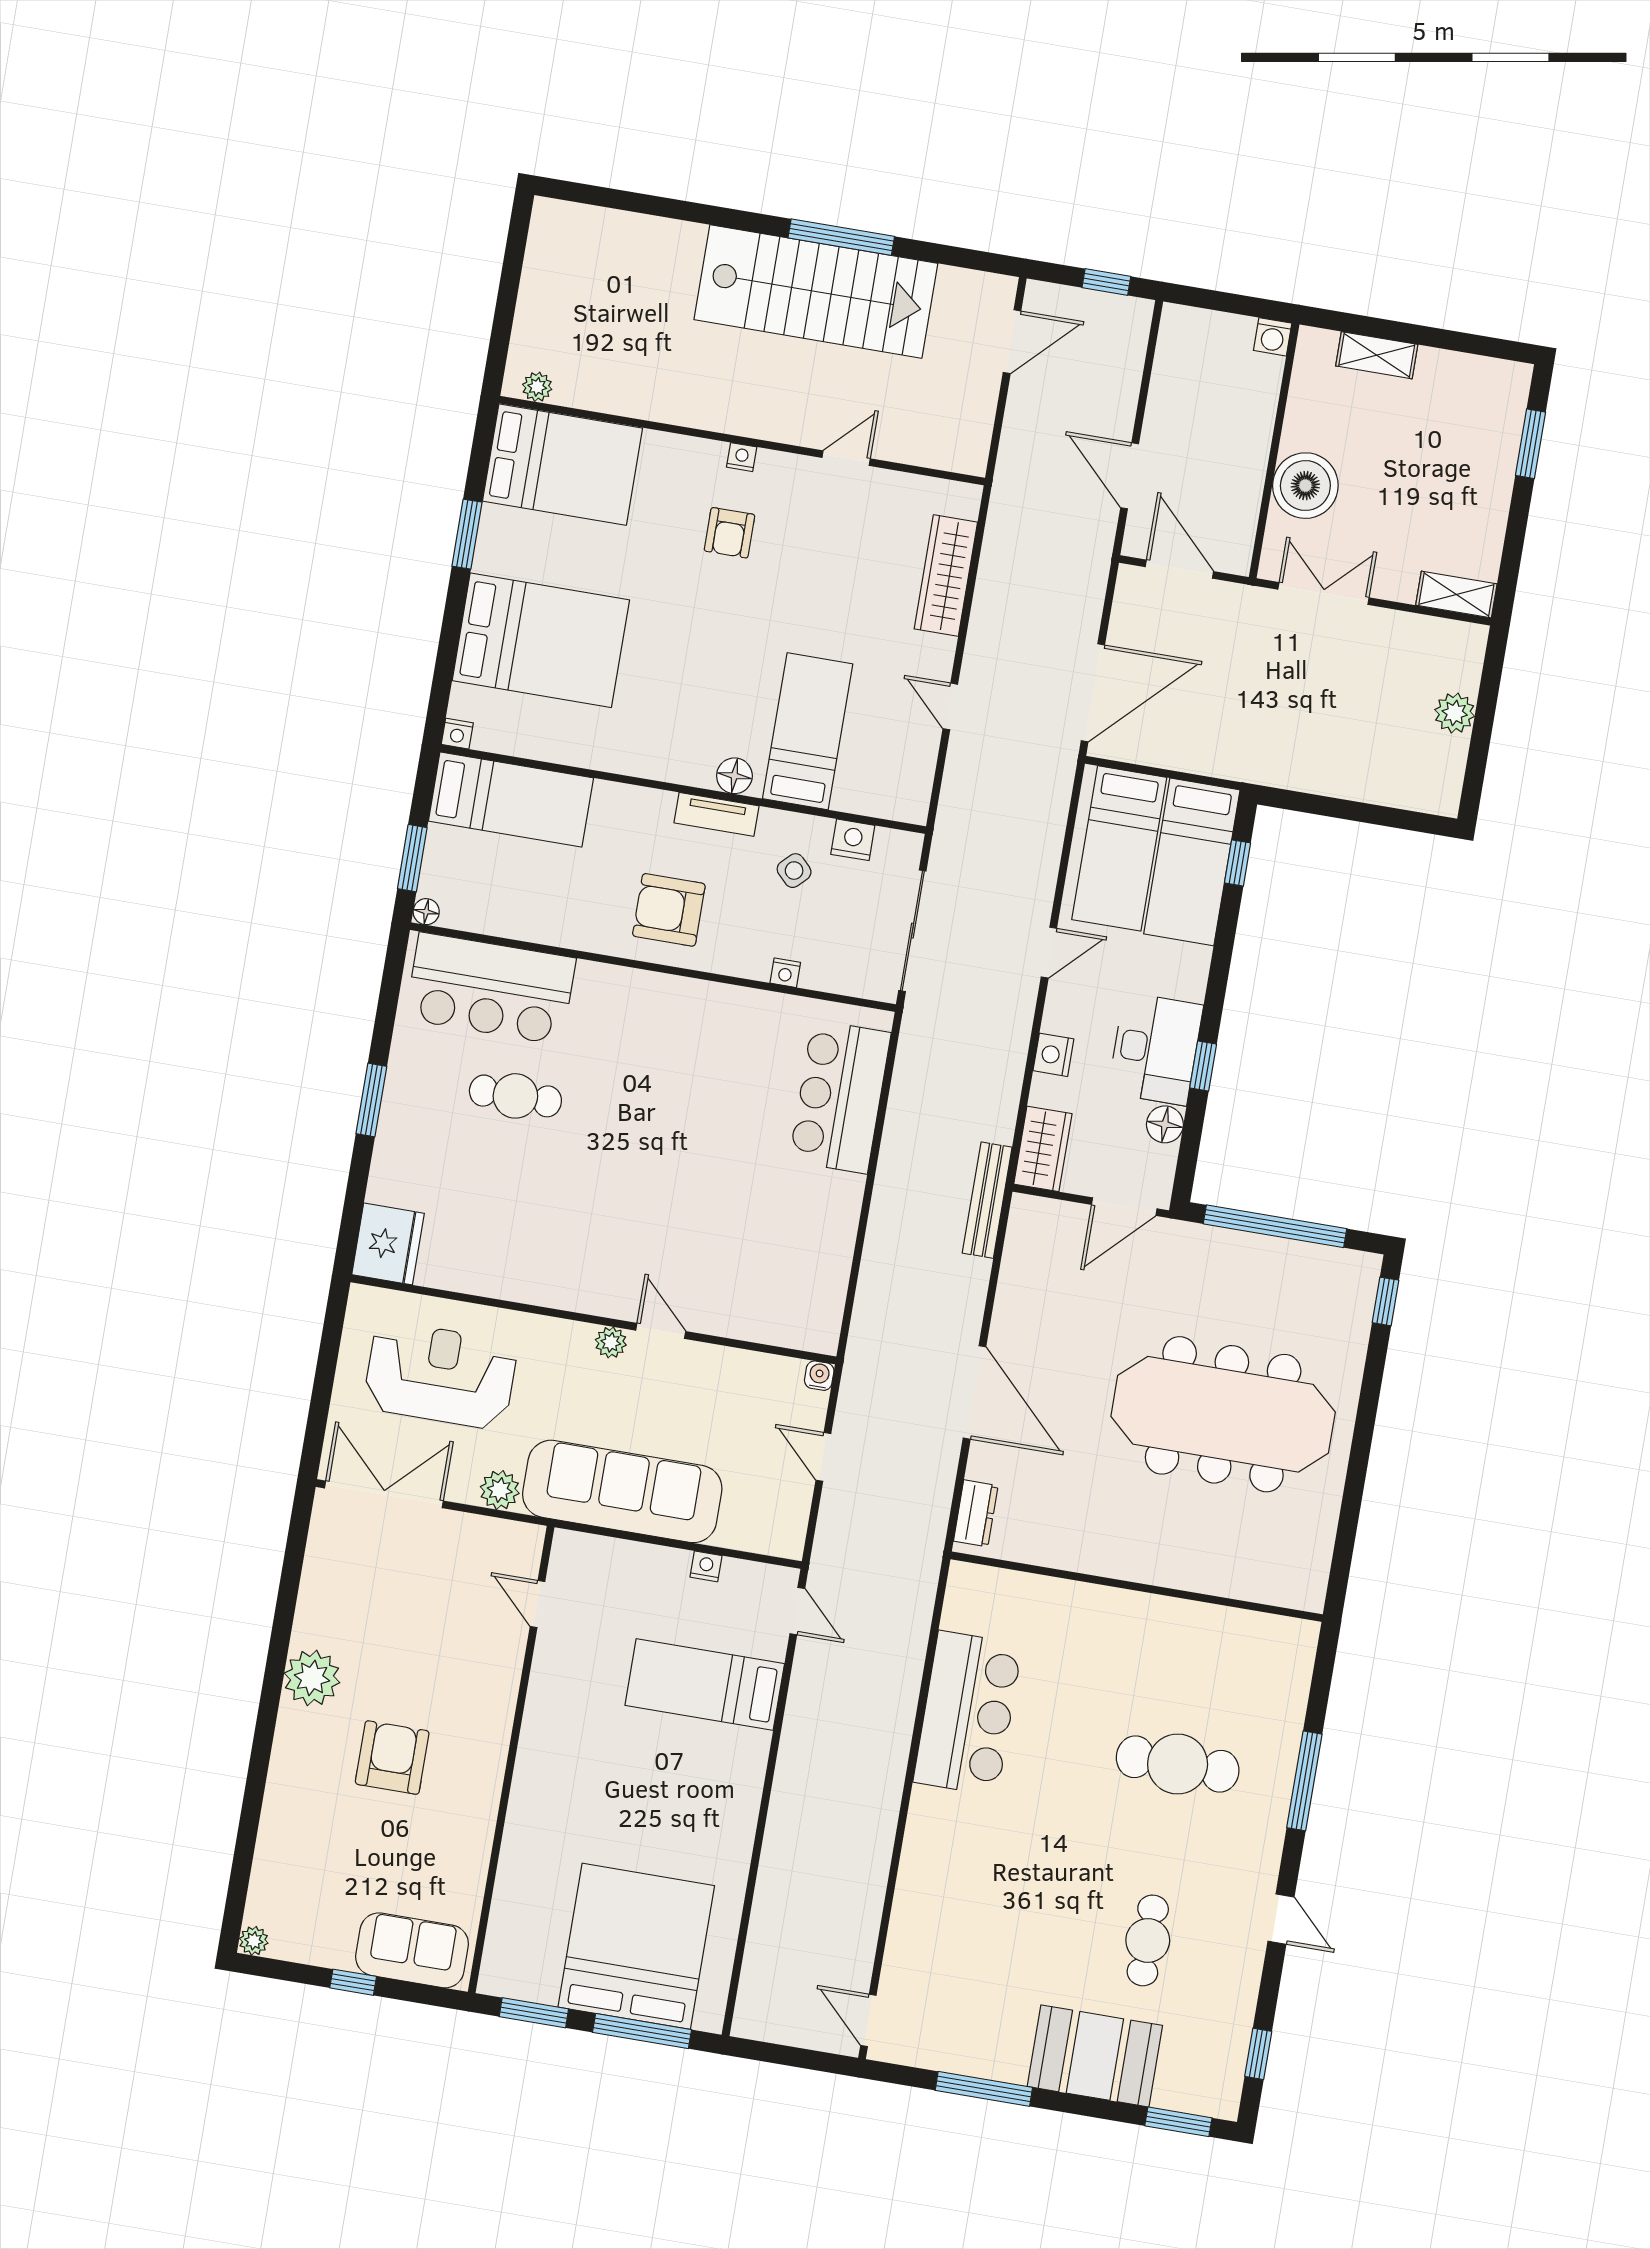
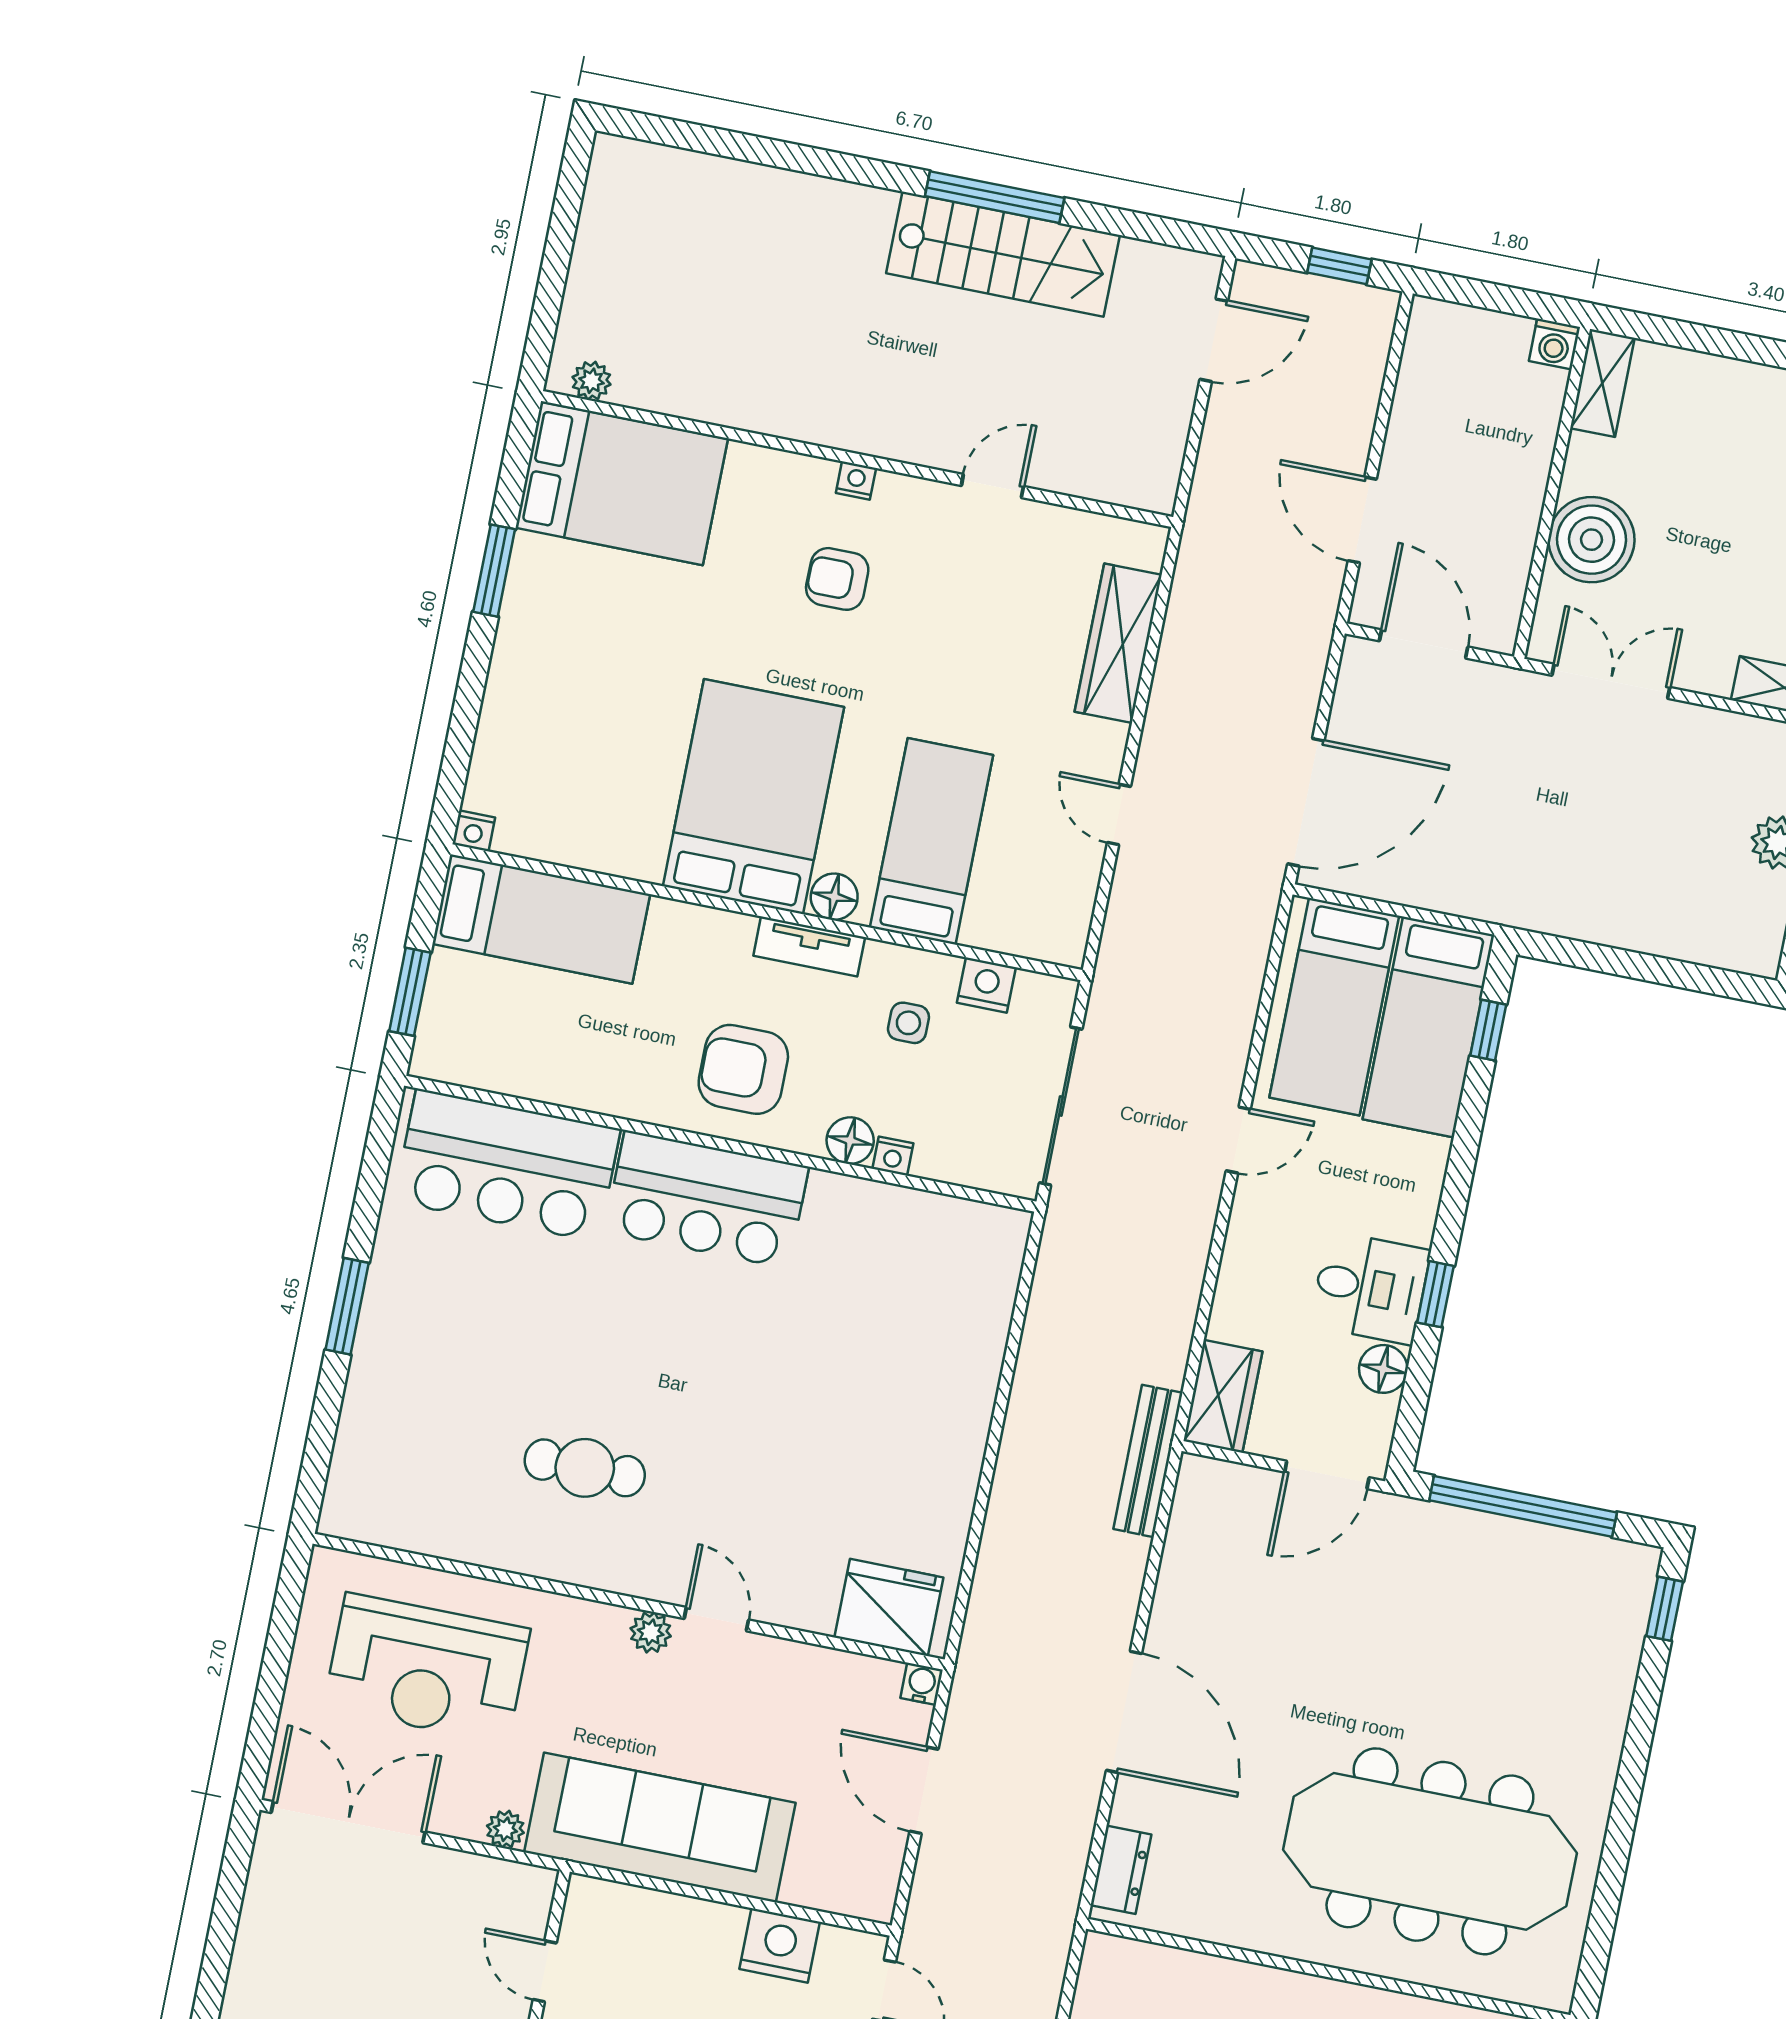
stairs: (816, 291) -> (1003, 254), width x0.73, depth x0.66
shelving: (1377, 355) -> (1602, 383), moved, turned 90
armchair: (730, 533) -> (837, 579), turned 90
bed: (541, 640) -> (753, 797), moved, turned -90
side table: (794, 871) -> (908, 1023), turned 45
floor lamp: (426, 912) -> (850, 1141), moved, width x1.37, depth x1.37
desk: (1155, 1049) -> (1370, 1288), width x0.73
nightstand: (1053, 1055) -> (1240, 1274), removed
cafe table: (515, 1096) -> (585, 1468), moved
bar counter: (840, 1097) -> (707, 1199), moved, turned -90
fridge: (388, 1244) -> (889, 1607), moved, turned -90
reception desk: (440, 1375) -> (427, 1668), turned 180
meeting table: (1223, 1414) -> (1430, 1851), moved
door: (823, 1457) -> (924, 1790), width x1.38
plant: (500, 1490) -> (505, 1829), width x0.73, depth x0.73
nightstand: (706, 1566) -> (780, 1945), width x1.89, depth x1.79

